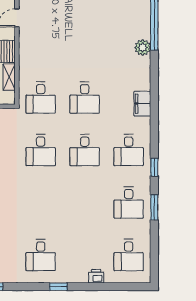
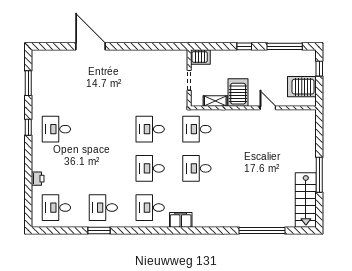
plant: (143, 47) -> (242, 220), removed
filing cabinet: (142, 104) -> (181, 220), moved
window: (154, 167) -> (135, 230), removed
window: (58, 287) -> (28, 127), moved

